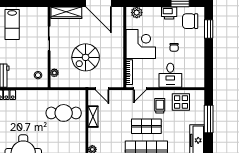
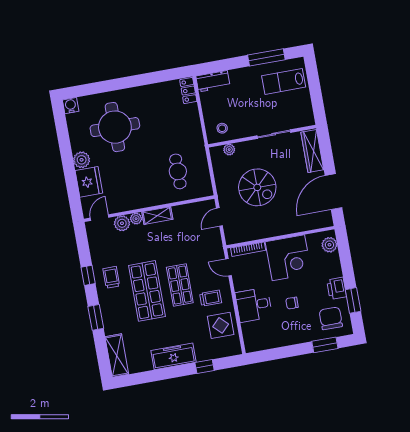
spiral stairs: (86, 57) -> (257, 187), turned 180
cafe table: (64, 113) -> (178, 171), width x0.73, depth x0.74
shelving: (93, 117) -> (157, 216), moved
window: (209, 119) -> (205, 367), width x0.46

